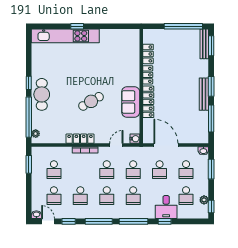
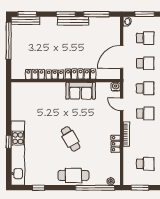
window: (29, 83) -> (39, 188), moved
cafe table: (91, 101) -> (70, 139), moved
locker: (80, 139) -> (116, 144), width x0.66

